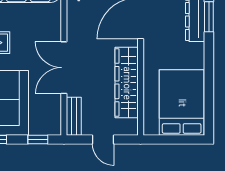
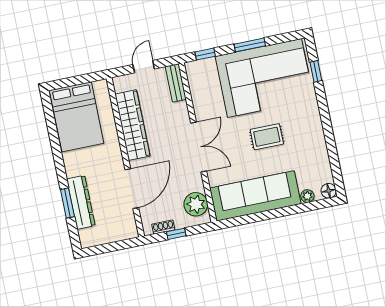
double door: (64, 68) -> (199, 147), moved
door: (103, 140) -> (144, 67), hinge flipped

